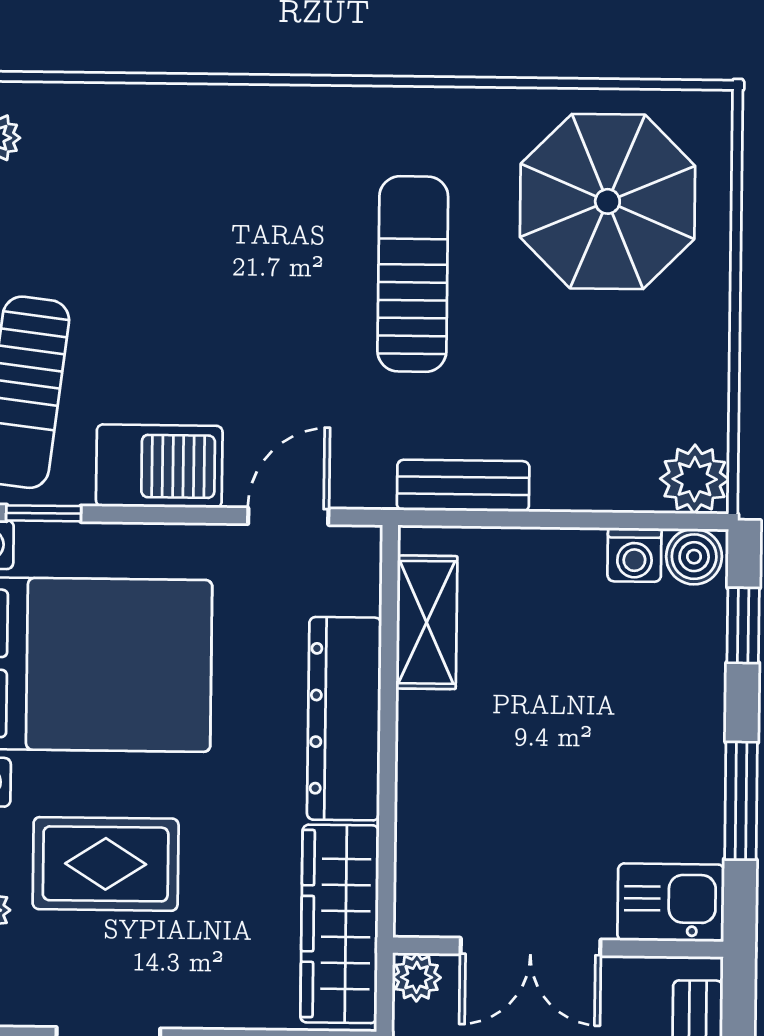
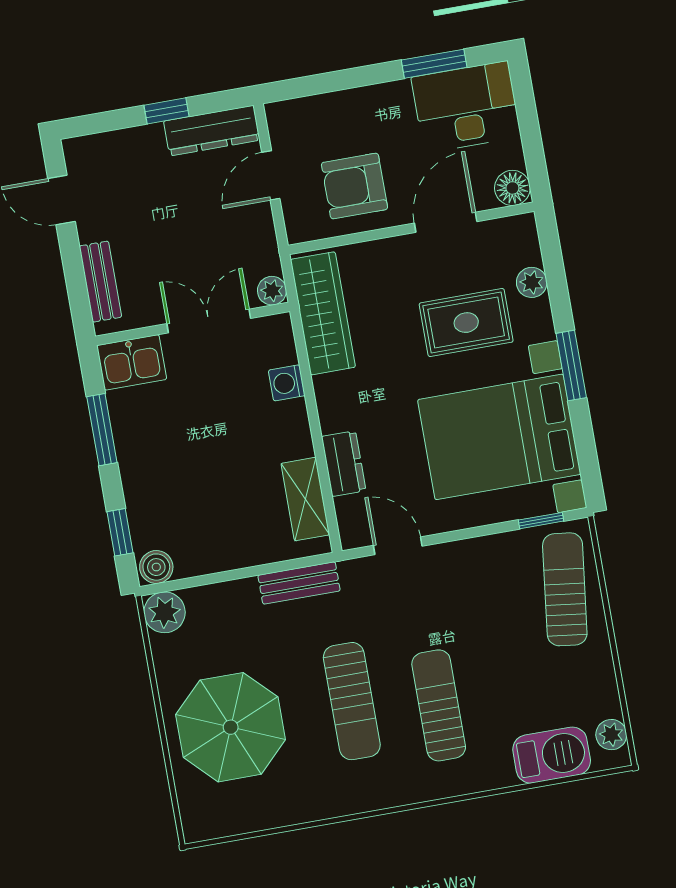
parasol: (607, 201) -> (231, 727), moved
sun lounger: (271, 240) -> (439, 705), added
barbecue: (159, 466) -> (552, 755), moved, turned 180
door: (288, 516) -> (398, 546), swing flipped
washing machine: (634, 555) -> (287, 383), moved, turned -90
dresser: (344, 719) -> (344, 464), width x0.51, depth x0.80

